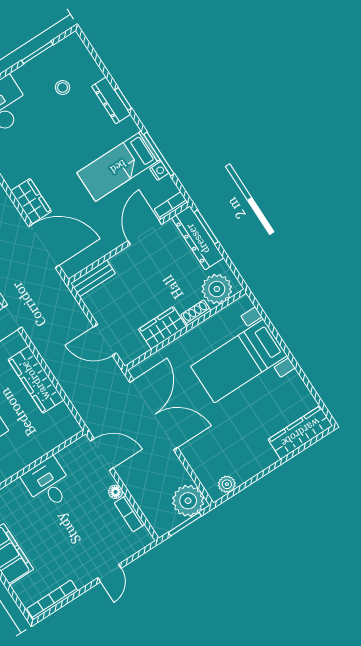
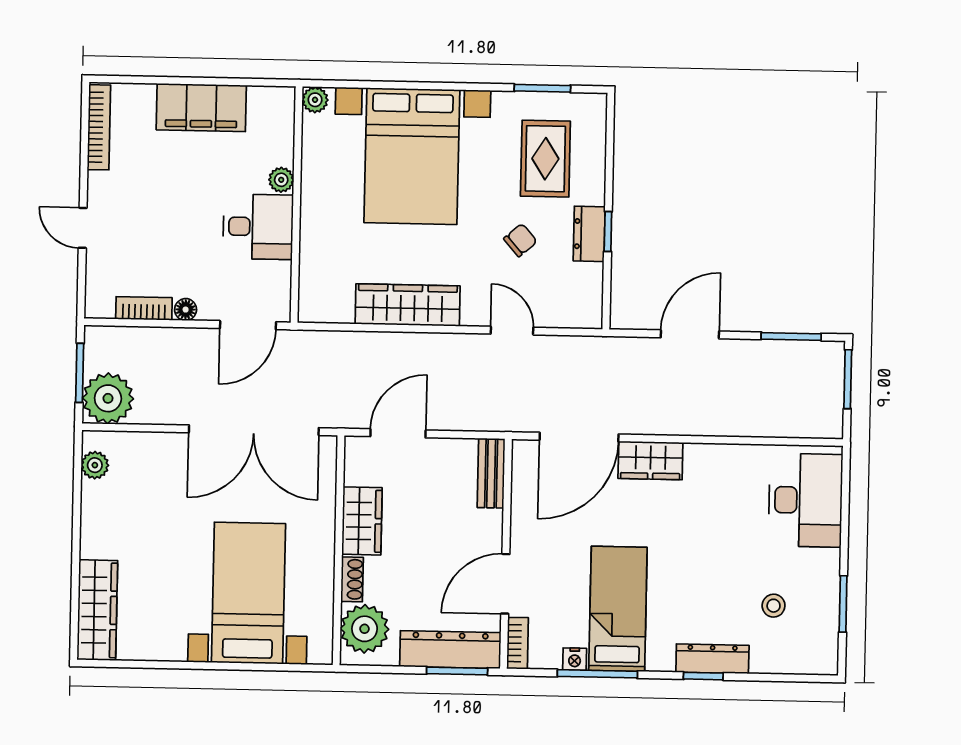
door: (145, 233) -> (505, 584), swing flipped
plant: (16, 488) -> (281, 180), added

